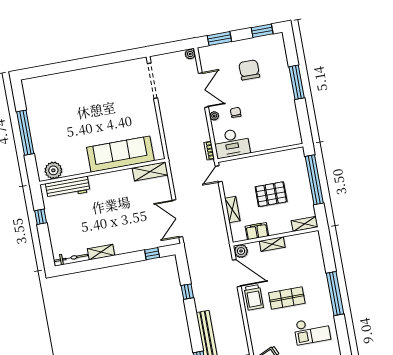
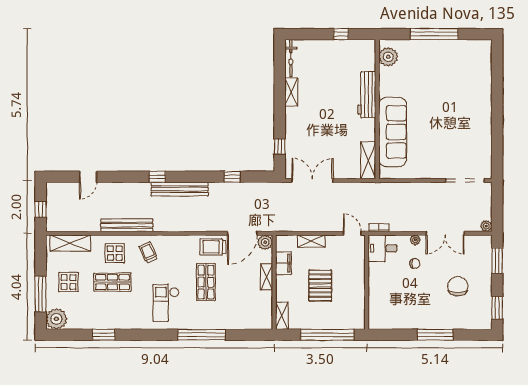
chair: (249, 70) -> (458, 286), turned -90
desk: (232, 143) -> (383, 248), width x0.73
workbench: (68, 188) -> (367, 95), moved

